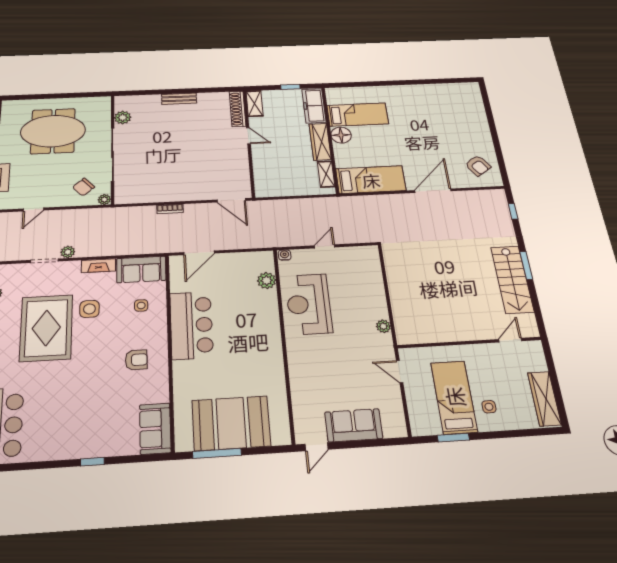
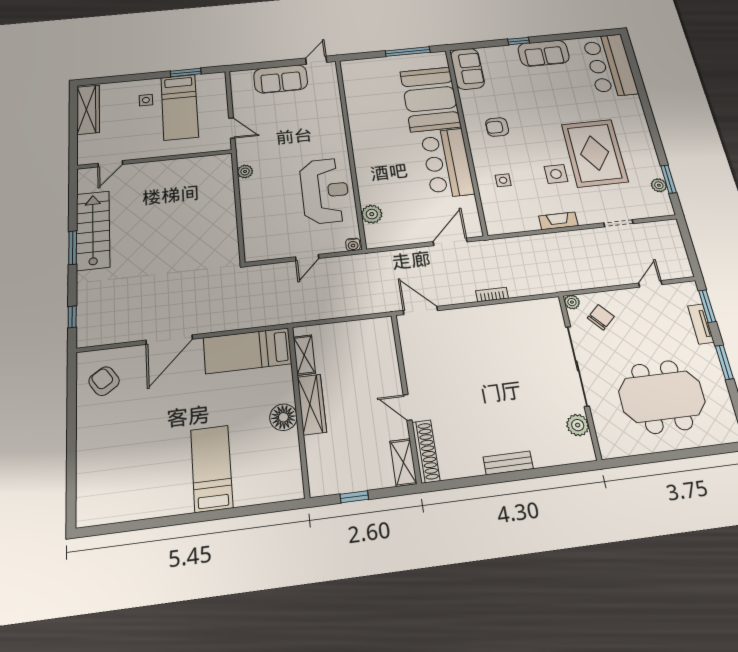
freezer: (314, 106) -> (320, 465), removed
bed: (358, 115) -> (212, 468), moved, turned 90
plant: (68, 252) -> (596, 235), removed
sofa: (141, 269) -> (544, 53), moved, turned 180
booth: (231, 423) -> (430, 99), moved, turned 90

